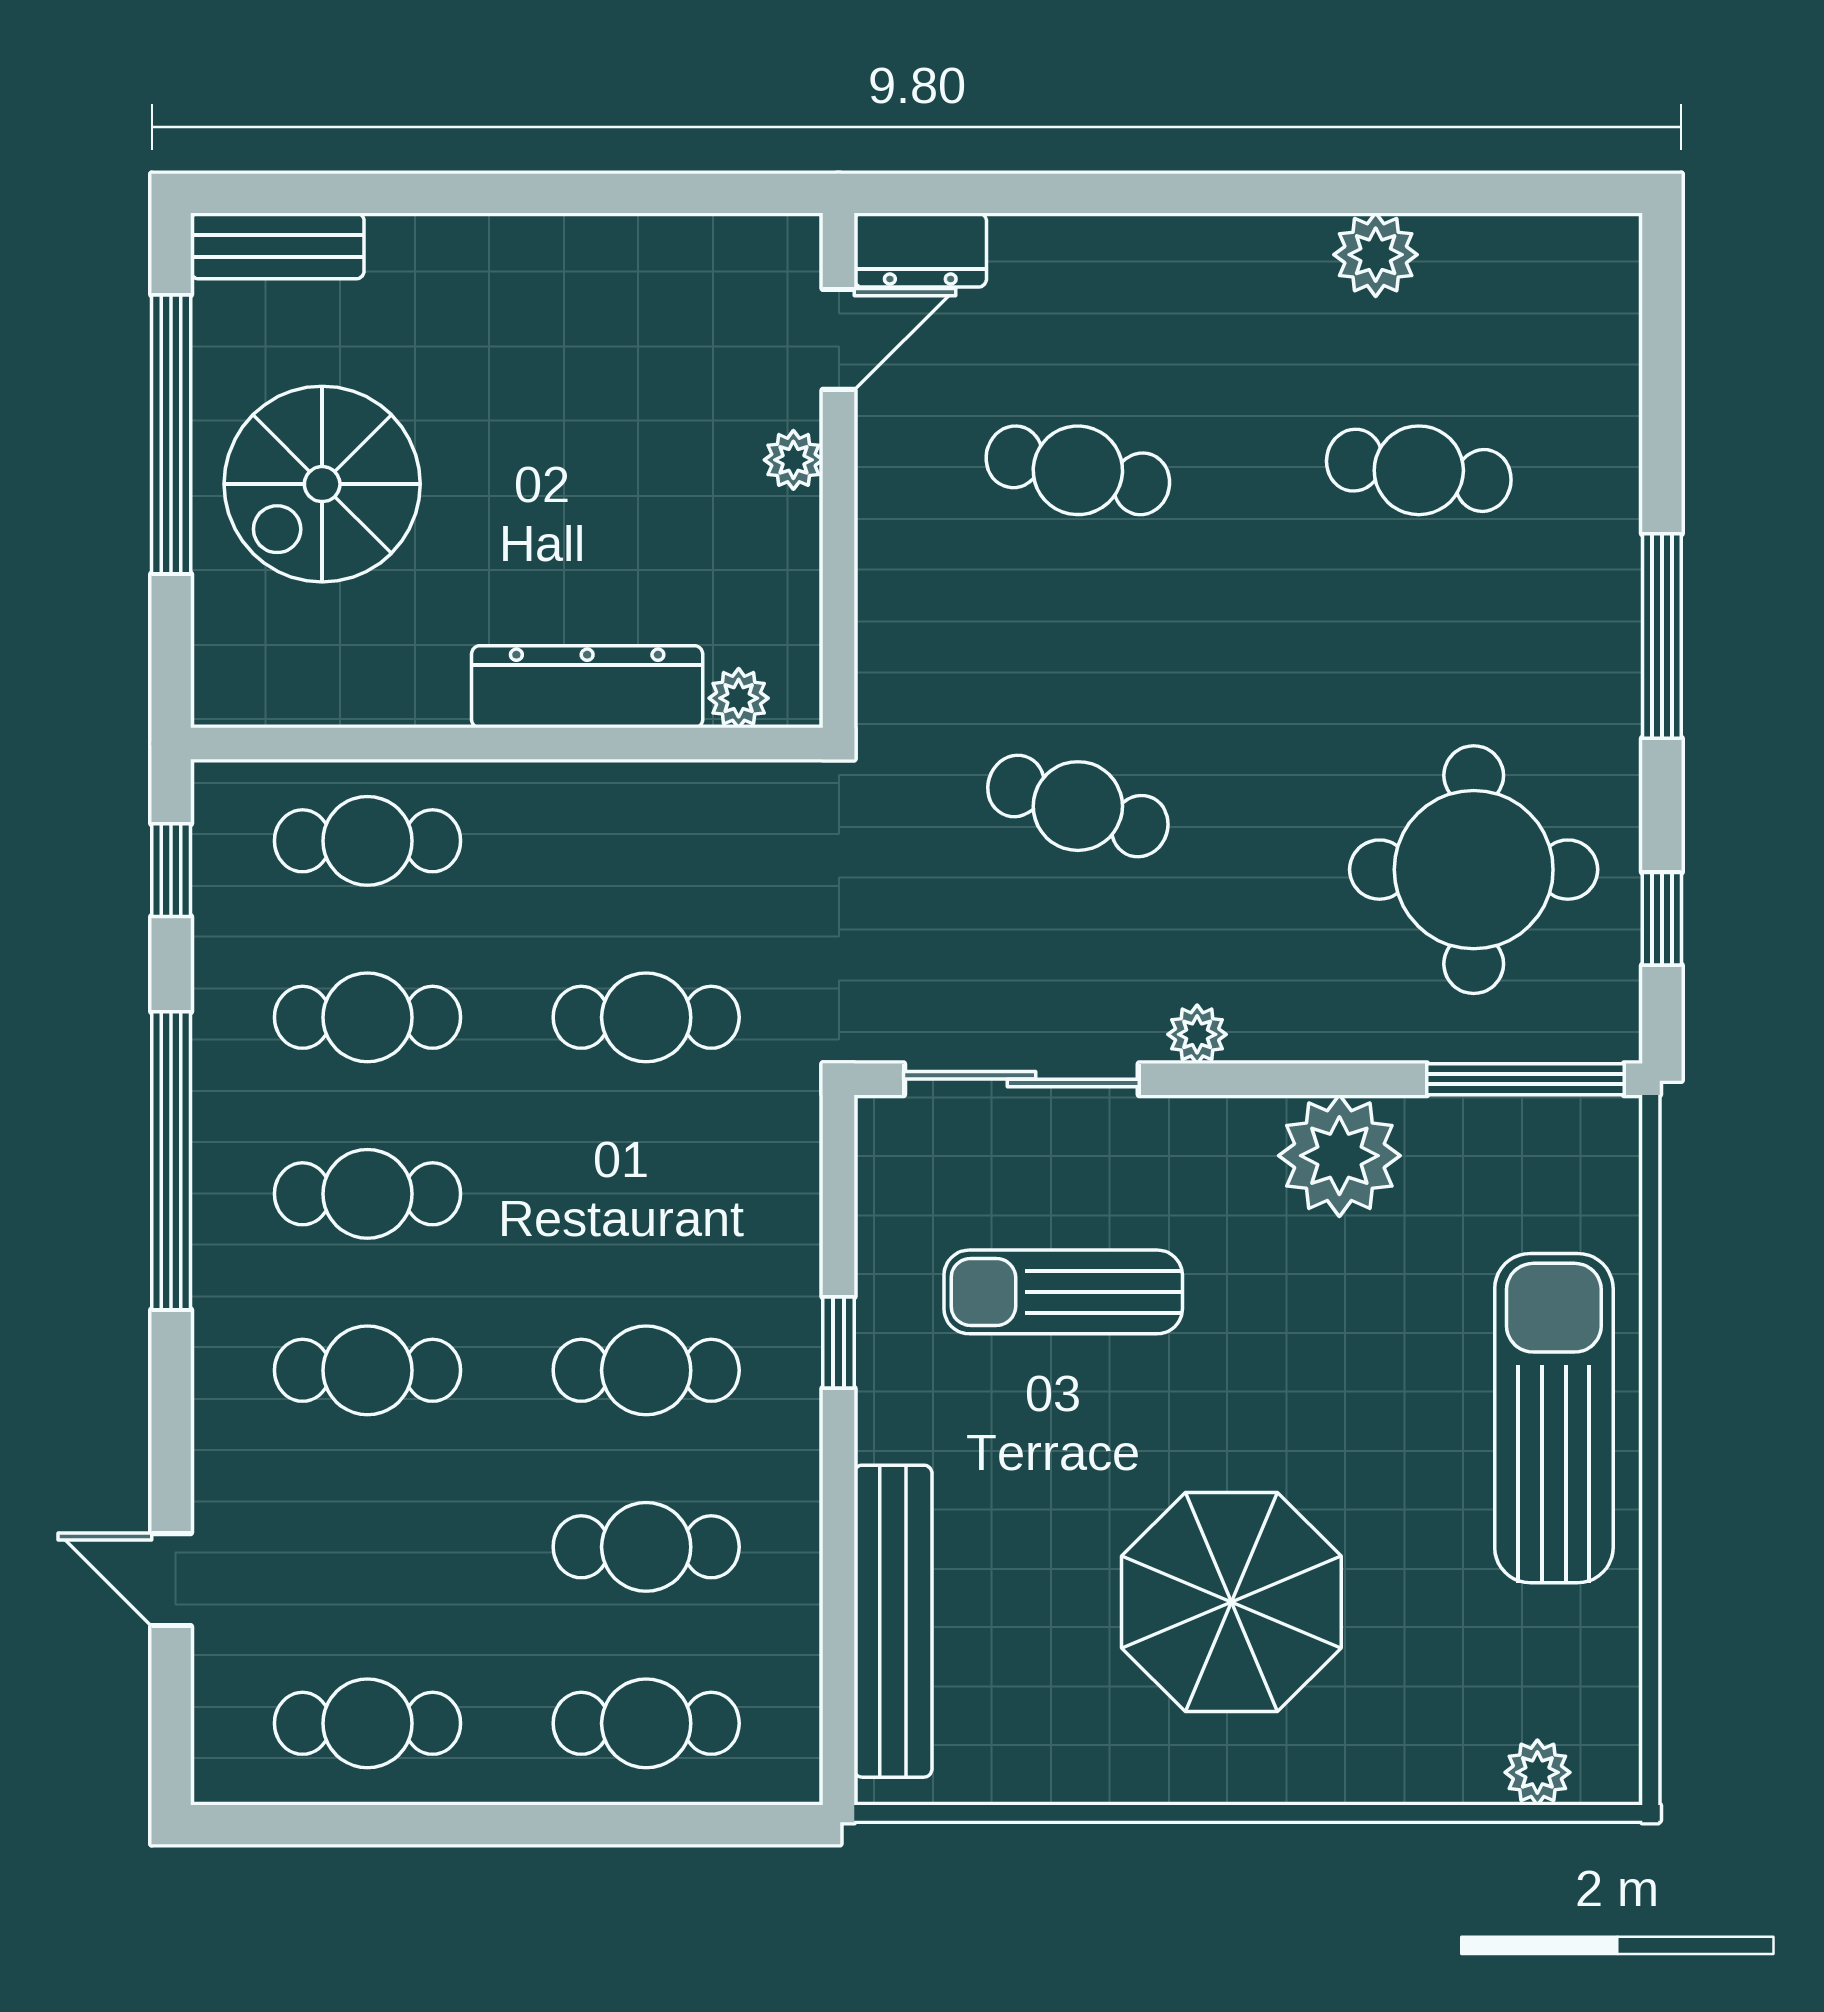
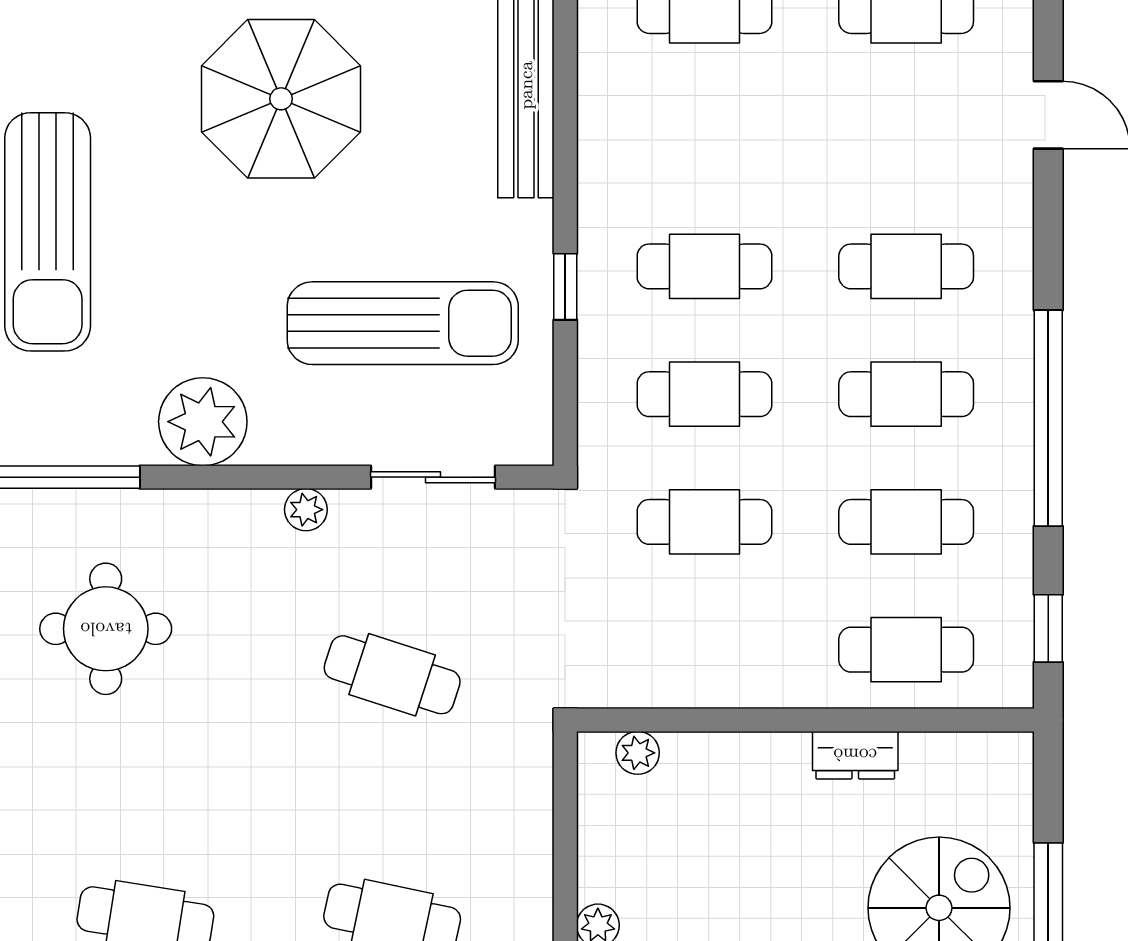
dresser: (587, 687) -> (855, 755), moved, width x0.51, depth x0.80
round table: (1474, 870) -> (106, 629), width x0.73, depth x0.73
sliding door: (1021, 1079) -> (433, 477), width x0.73
sun lounger: (1063, 1292) -> (403, 323), width x1.36, depth x1.34
cafe table: (646, 1547) -> (704, 394), moved

